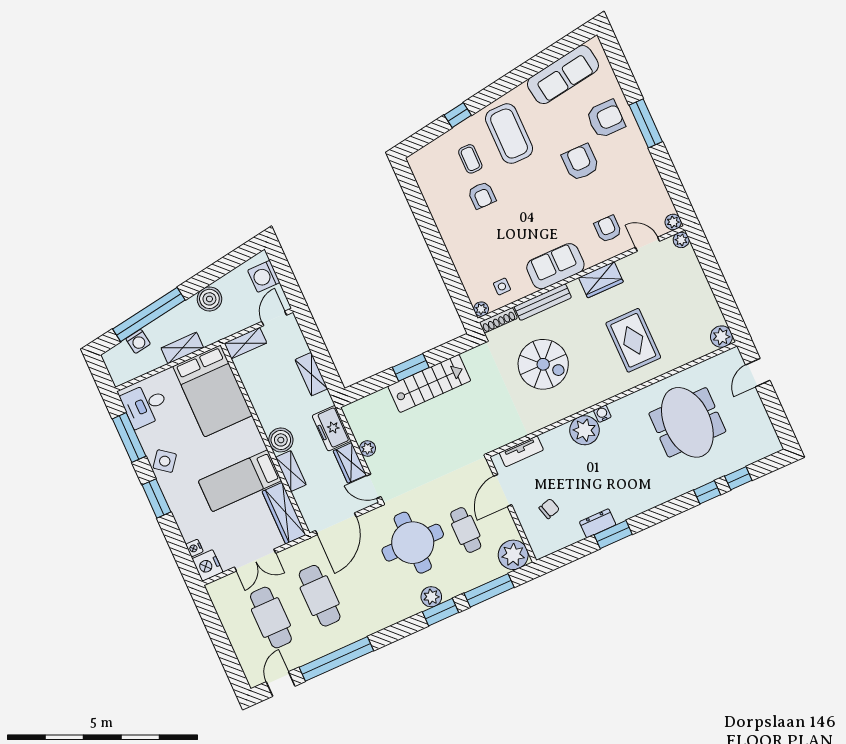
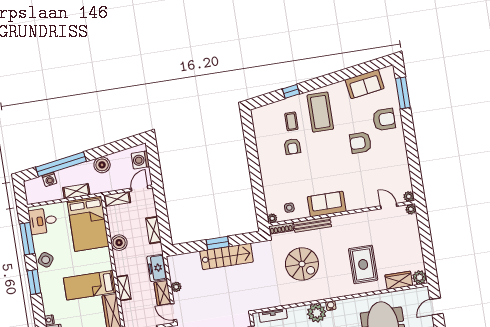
sofa: (563, 75) -> (365, 84), width x0.73
window: (646, 123) -> (403, 93), moved
armchair: (580, 162) -> (360, 143), turned -90
armchair: (608, 229) -> (366, 190), removed
wardrobe: (601, 280) -> (399, 280), moved, turned 180
boiler: (281, 440) -> (119, 243), moved

